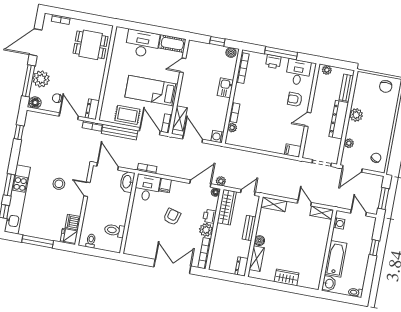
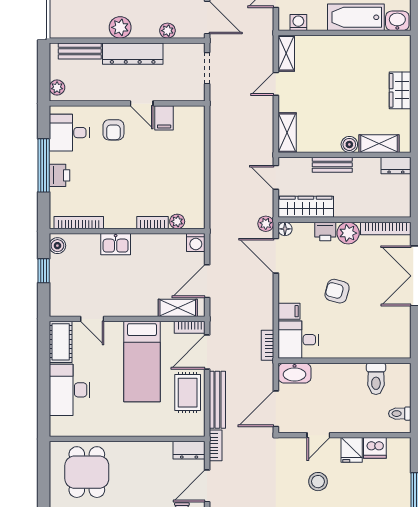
filing cabinet: (293, 151) -> (164, 118), moved
fridge: (69, 236) -> (352, 450), moved

